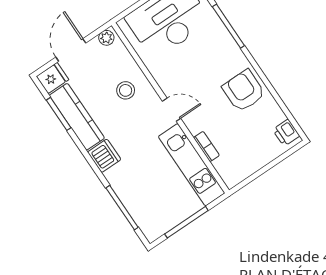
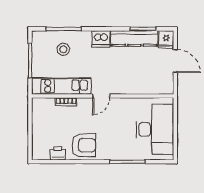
plant: (106, 38) -> (168, 86), removed
stool: (126, 90) -> (63, 49), moved
printer: (286, 133) -> (58, 153), moved

